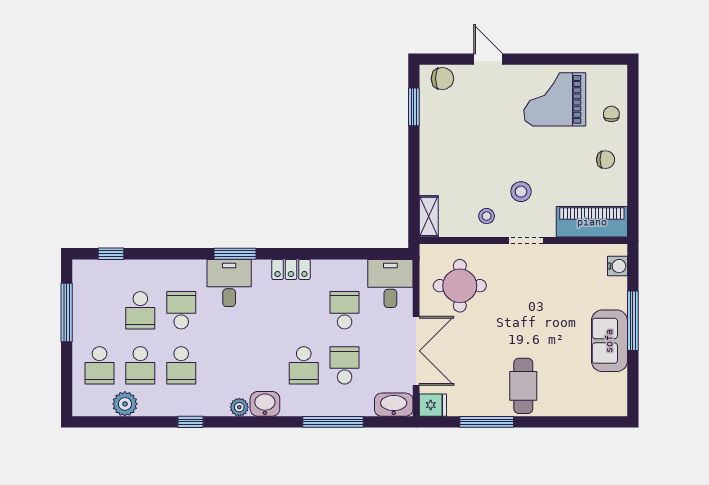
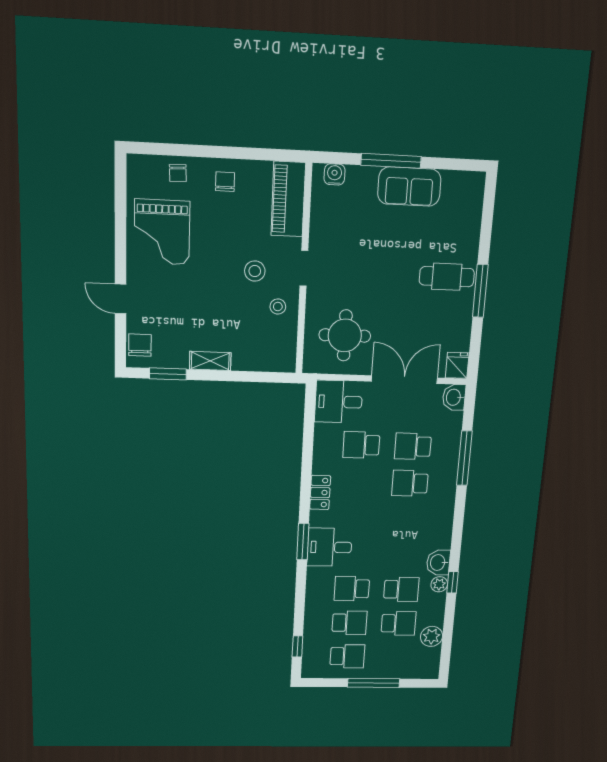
door: (488, 59) -> (120, 299), hinge flipped
chair: (611, 114) -> (178, 173), turned -92
shelving: (429, 216) -> (210, 361), moved
window: (67, 312) -> (374, 683), moved
school desk: (99, 365) -> (347, 656), moved
school desk: (304, 365) -> (410, 483), turned 180
washbasin: (265, 404) -> (438, 563), moved
washbasin: (394, 405) -> (454, 397), width x0.72
plant: (239, 407) -> (439, 584), moved
window: (487, 422) -> (480, 291), moved

